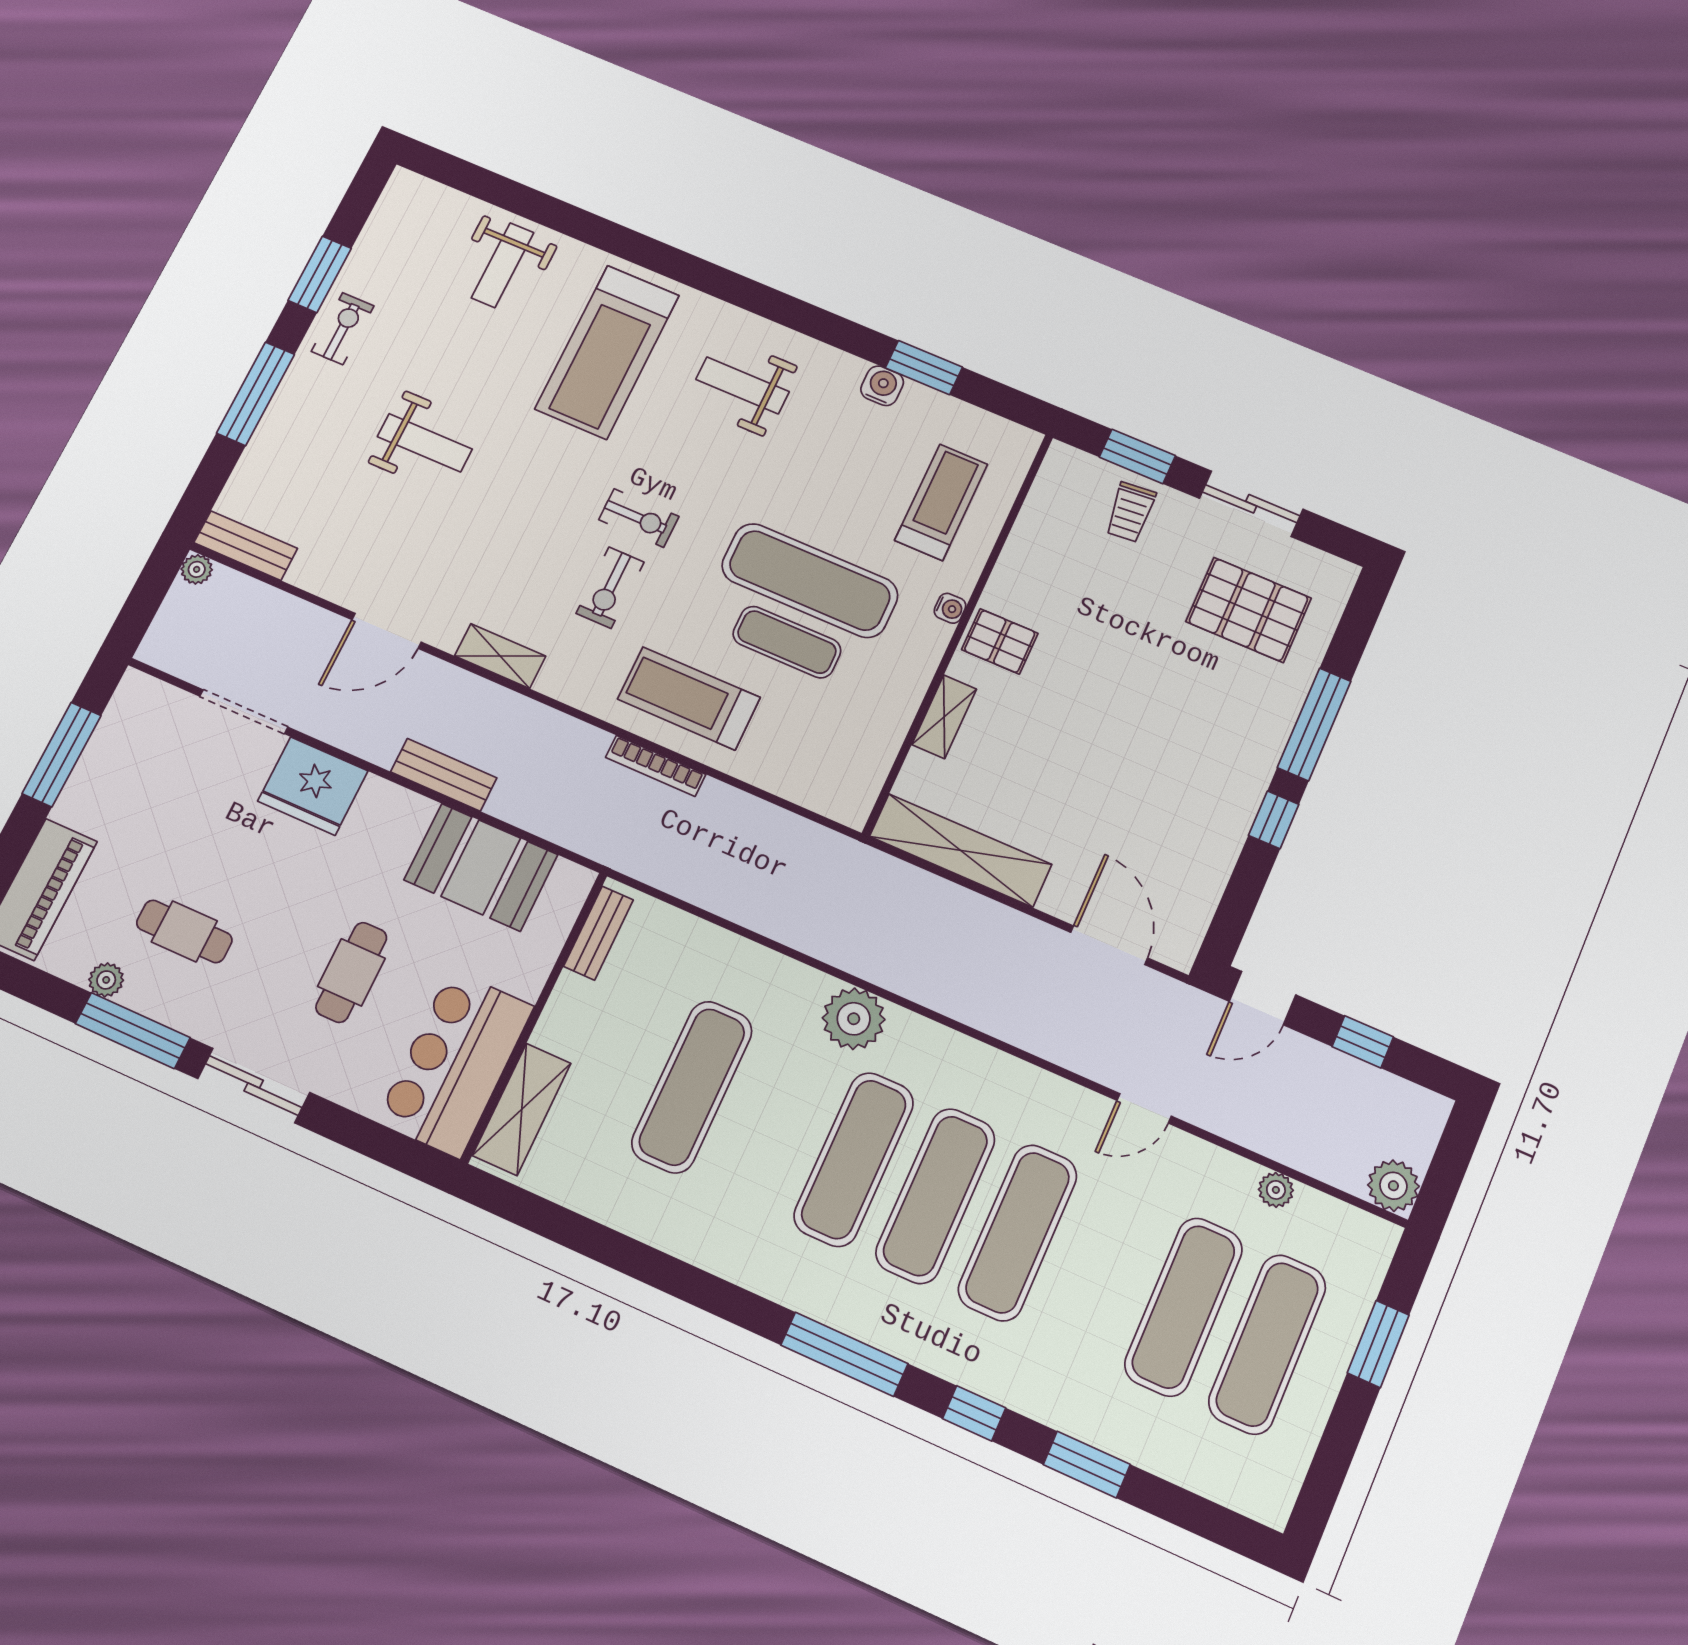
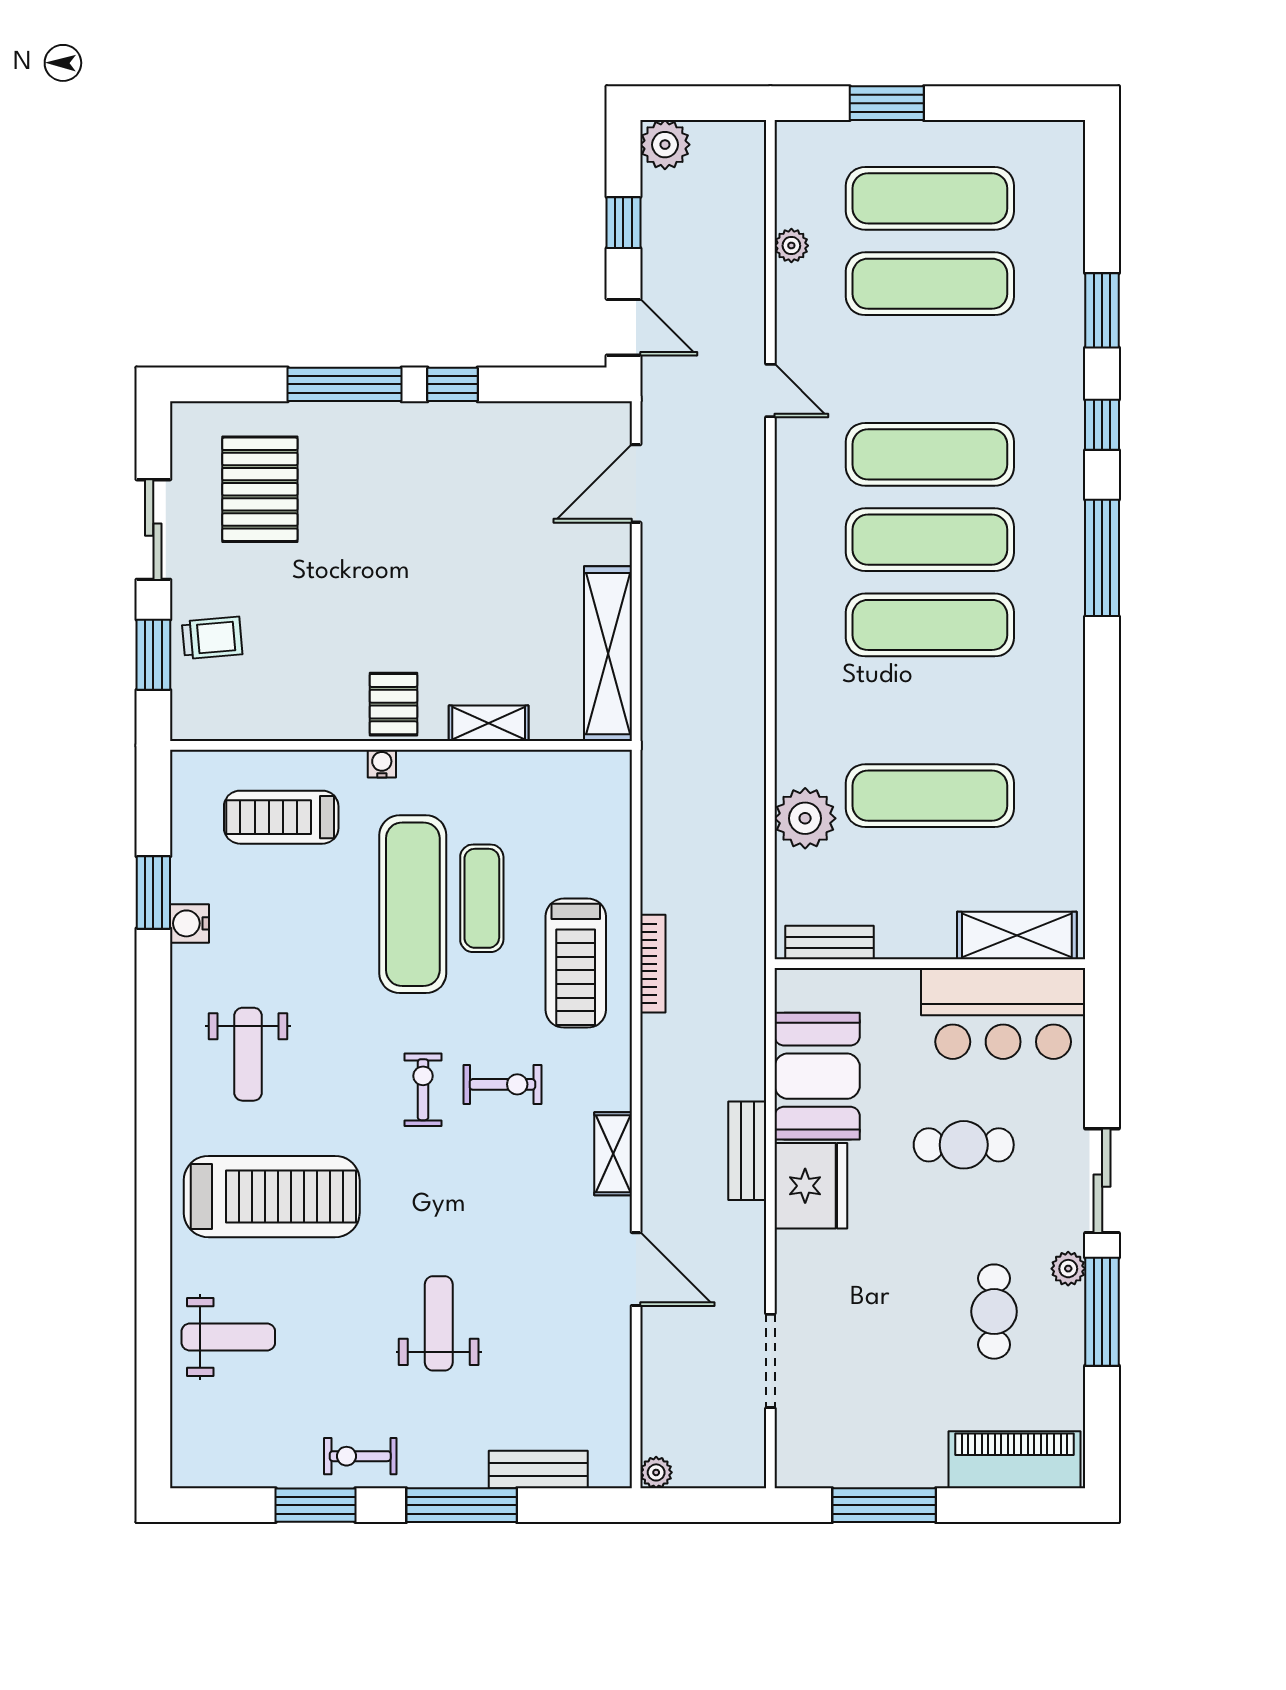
bench: (246, 546) -> (538, 1470), moved, turned 90
fridge: (313, 786) -> (811, 1186), moved
plant: (106, 980) -> (1068, 1269), moved
plant: (854, 1019) -> (805, 818), moved
plant: (1393, 1186) -> (665, 145), moved

